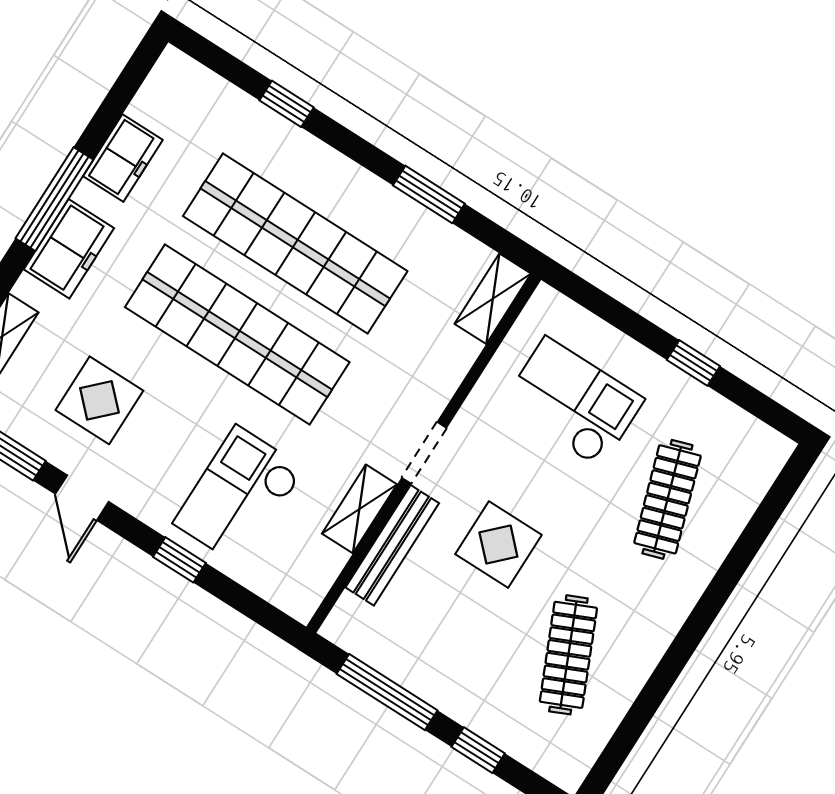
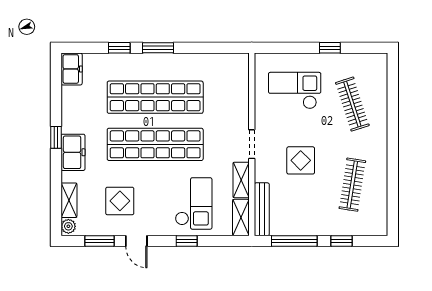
freezer: (123, 158) -> (72, 69), moved
window: (429, 194) -> (158, 48), moved
window: (54, 199) -> (56, 137), width x0.46
shelving: (493, 299) -> (241, 218), moved
checkout: (239, 496) -> (194, 203), turned 180
bench: (392, 545) -> (262, 209), moved
clothes rail: (568, 655) -> (352, 185), turned 33

